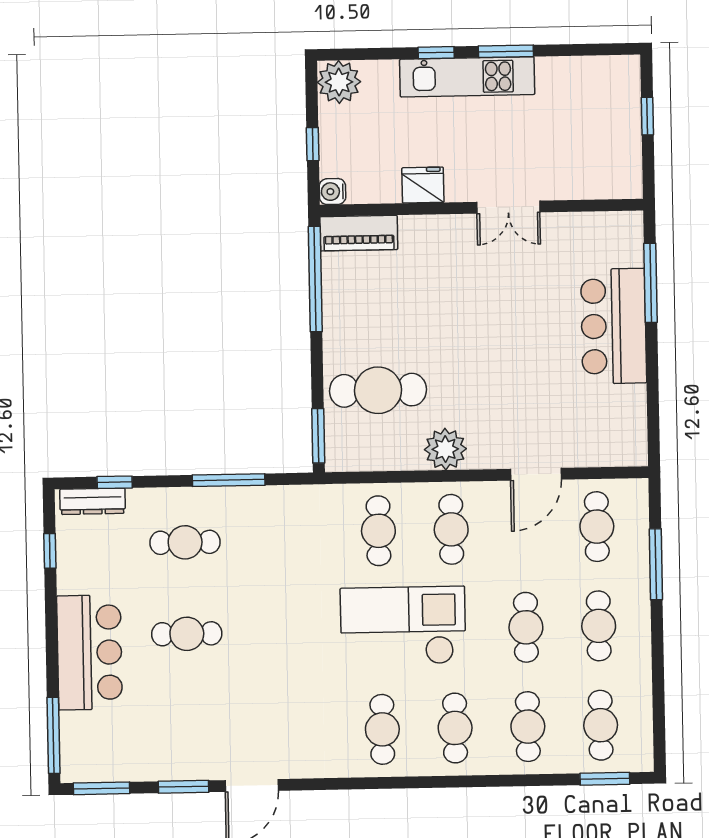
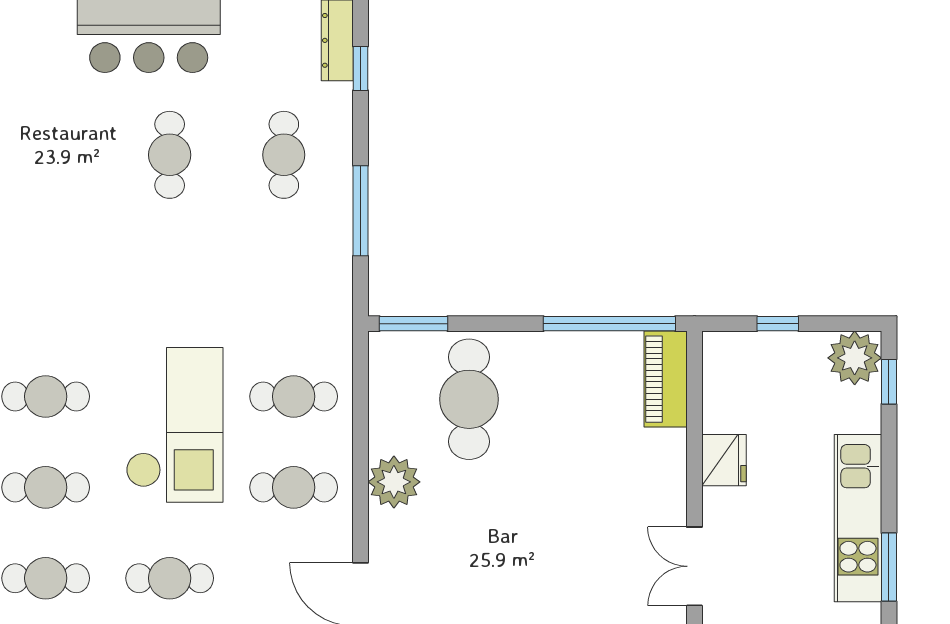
window: (436, 53) -> (889, 382), moved
water cooler: (332, 192) -> (718, 347), removed

